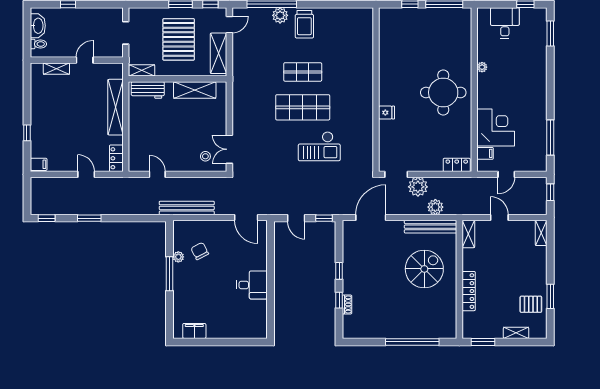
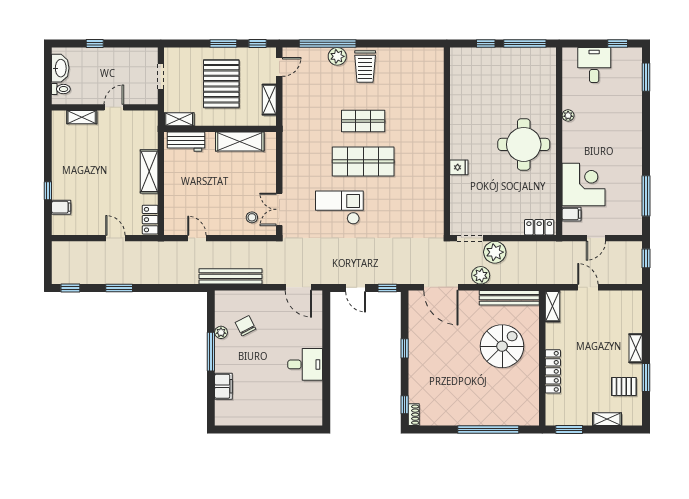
shelving: (219, 53) -> (269, 100), width x0.67, depth x0.75
shelving: (116, 107) -> (149, 171), width x0.68
checkout: (319, 146) -> (339, 208), moved, turned 180
filing cabinet: (39, 164) -> (61, 207), moved
plant: (435, 207) -> (481, 275), moved
door: (371, 217) -> (441, 287), swing flipped
shelving: (541, 233) -> (636, 348), moved
window: (339, 300) -> (405, 405), moved
shoe rack: (347, 304) -> (414, 415), moved
filing cabinet: (194, 331) -> (223, 386), moved, turned 90

